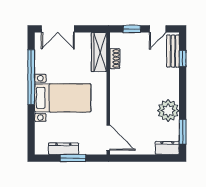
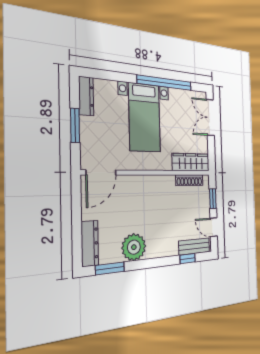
shoe rack: (115, 59) -> (189, 180), width x1.43
dresser: (167, 148) -> (90, 243), width x1.44
dresser: (63, 149) -> (86, 96), moved

